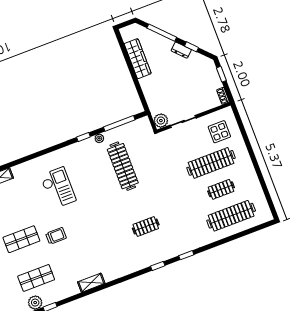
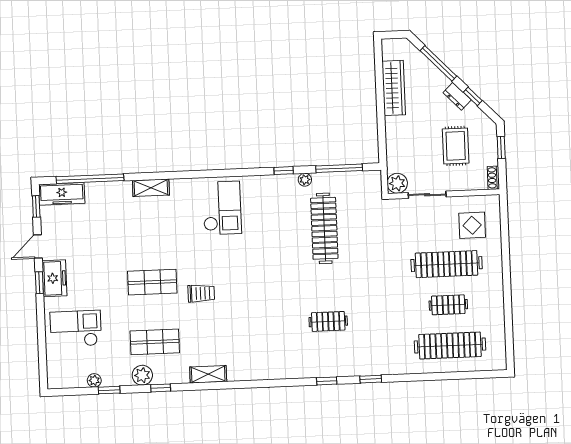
rug: (191, 83) -> (456, 146), added
checkout: (58, 188) -> (222, 208), moved
shelving: (91, 283) -> (208, 374), moved

